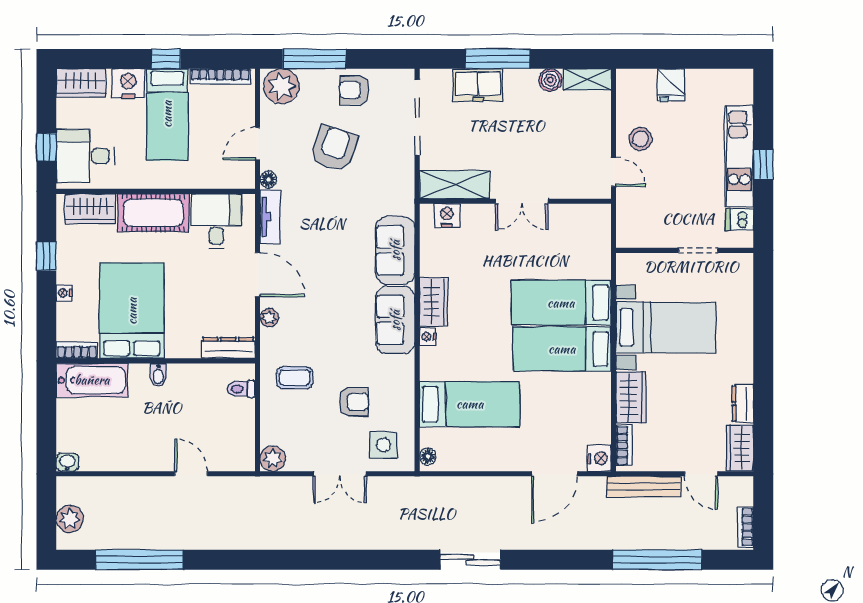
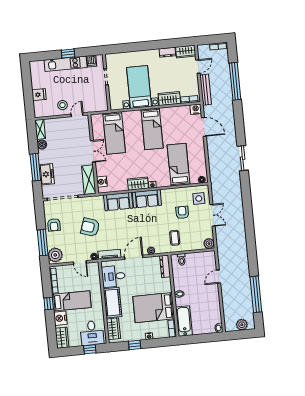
armchair: (334, 148) -> (90, 227), moved
bed: (561, 303) -> (114, 133), moved

